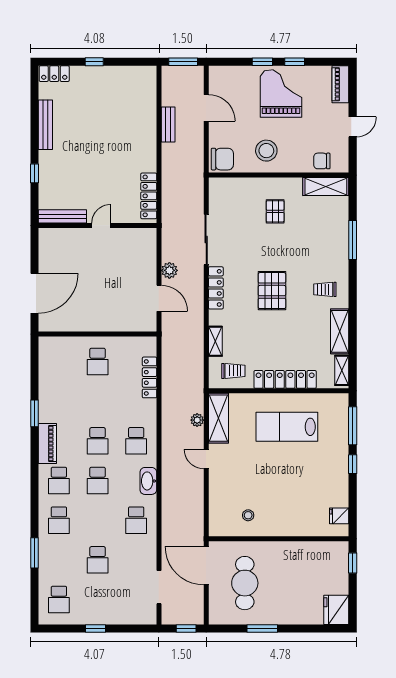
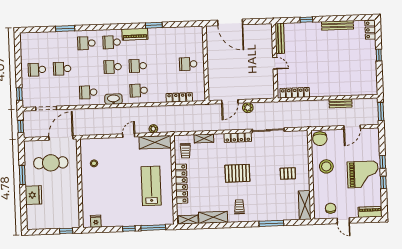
chair: (322, 161) -> (331, 208), moved
school desk: (59, 600) -> (37, 70), moved
fridge: (336, 610) -> (33, 195), moved, turned 90
window: (96, 629) -> (19, 94), moved

